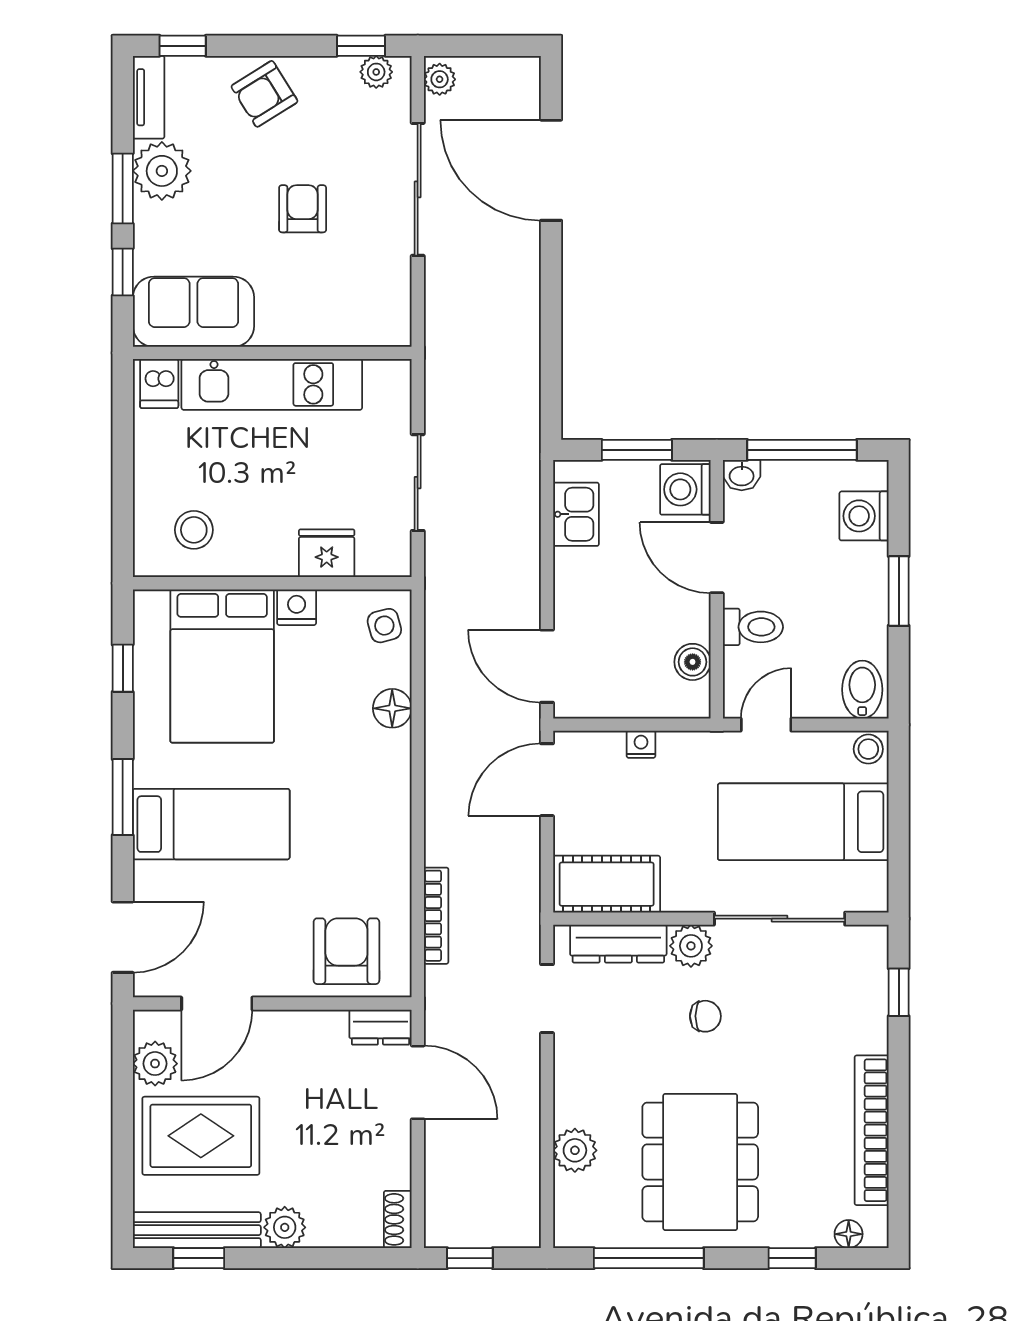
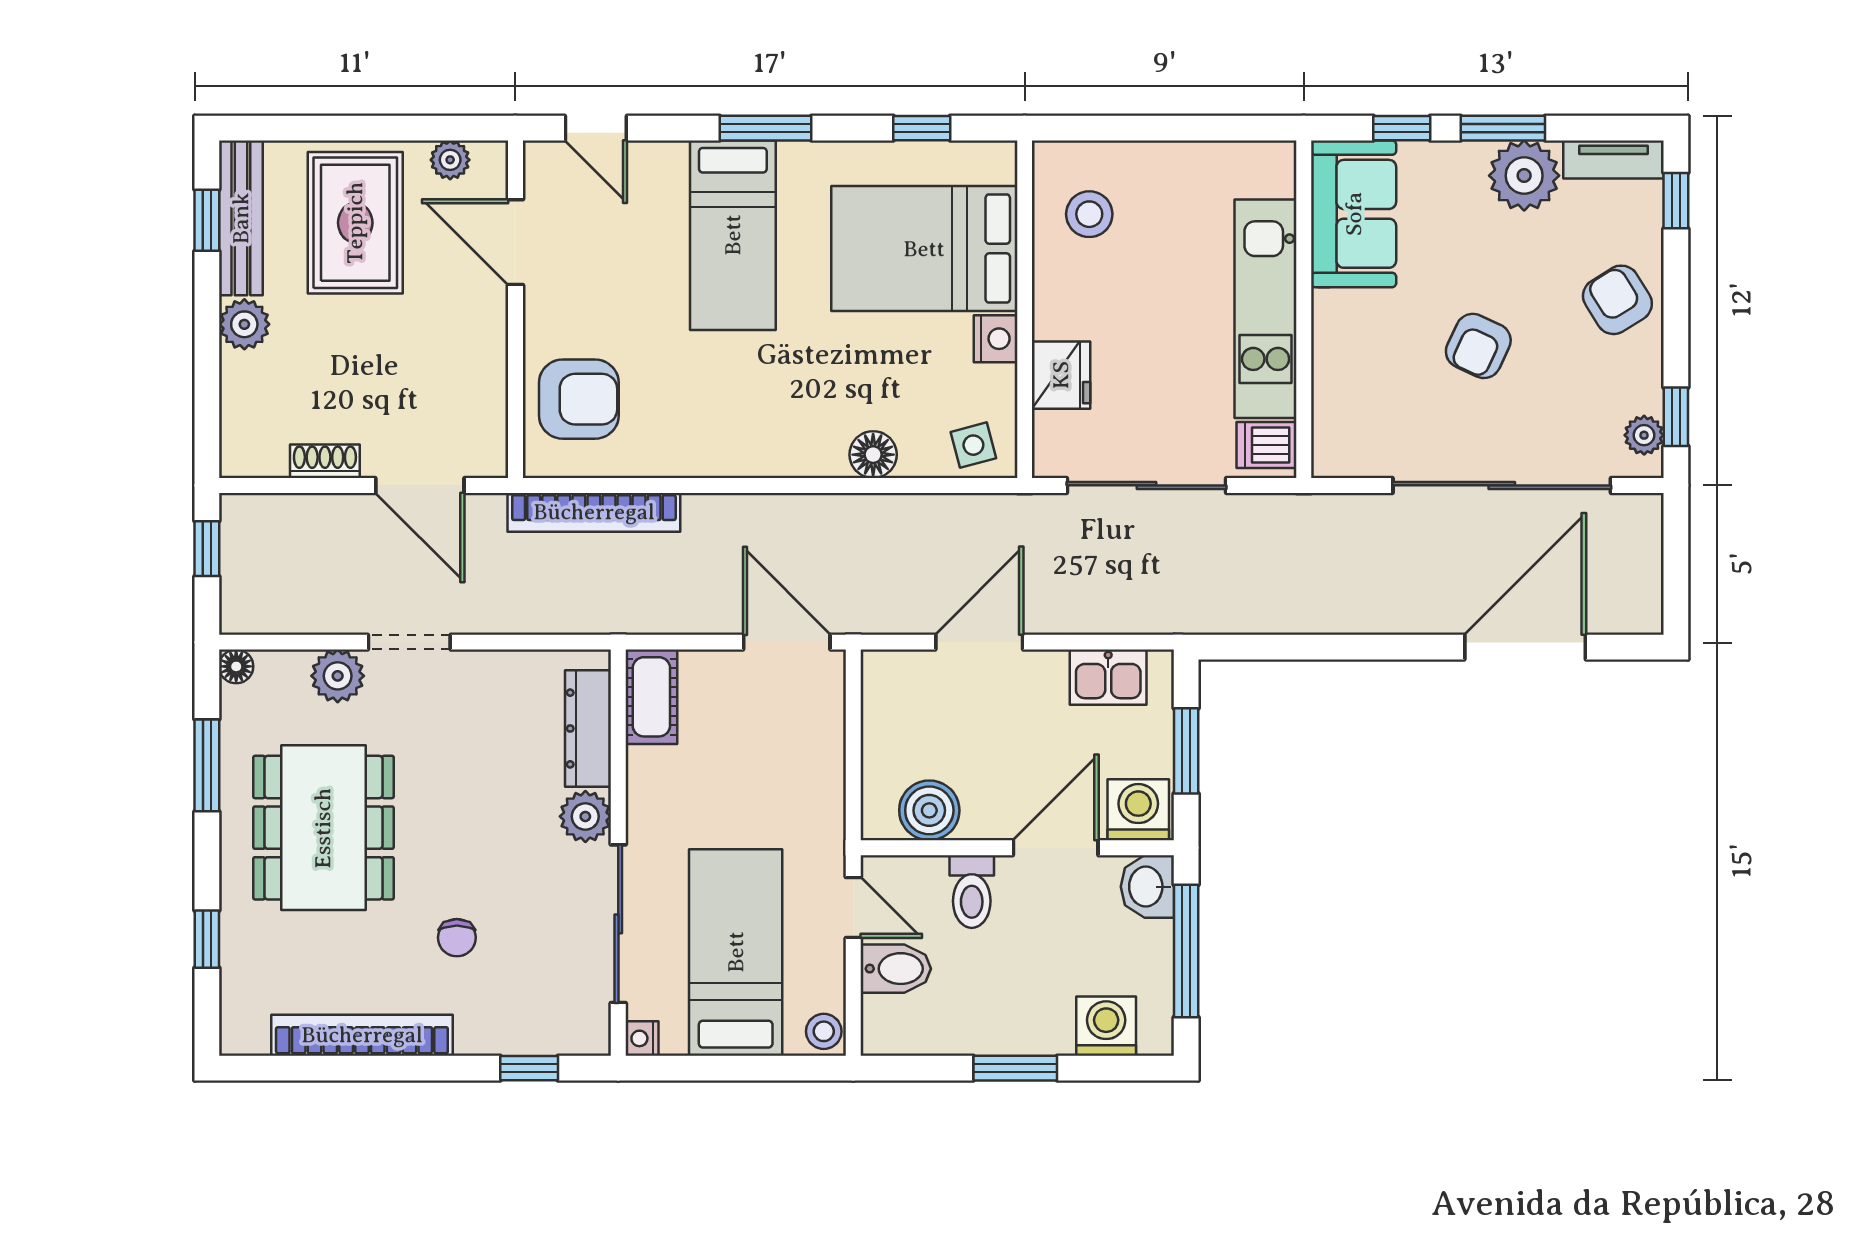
plant: (440, 79) -> (1635, 512), removed
sliding door: (418, 189) -> (1502, 485), width x1.36
armchair: (303, 209) -> (1478, 346), turned 115
dishwasher: (159, 384) -> (1267, 445), moved
washbasin: (742, 475) -> (1147, 887), width x1.38, depth x1.45
sliding door: (418, 483) -> (1147, 485), width x1.37
boiler: (693, 662) -> (929, 810), width x1.36, depth x1.36
door: (547, 666) -> (979, 642), moved
bidet: (862, 690) -> (896, 969), moved
nightstand: (641, 744) -> (642, 1038), moved, turned 180
cot: (607, 884) -> (651, 697), width x0.73, depth x0.75
bookcase: (436, 916) -> (594, 512), width x1.48, depth x1.31
door: (123, 937) -> (596, 128), width x0.73
doorway: (547, 999) -> (409, 642), moved
chair: (705, 1016) -> (457, 938), moved
dresser: (380, 1027) -> (487, 440), removed
plant: (155, 1064) -> (450, 160), width x0.73, depth x0.73
door: (418, 1082) -> (420, 485), hinge flipped
dining table: (700, 1162) -> (323, 828), turned 90
shoe rack: (398, 1219) -> (325, 461), moved
floor lamp: (849, 1234) -> (236, 666), moved
window: (649, 1258) -> (207, 765), width x0.69

